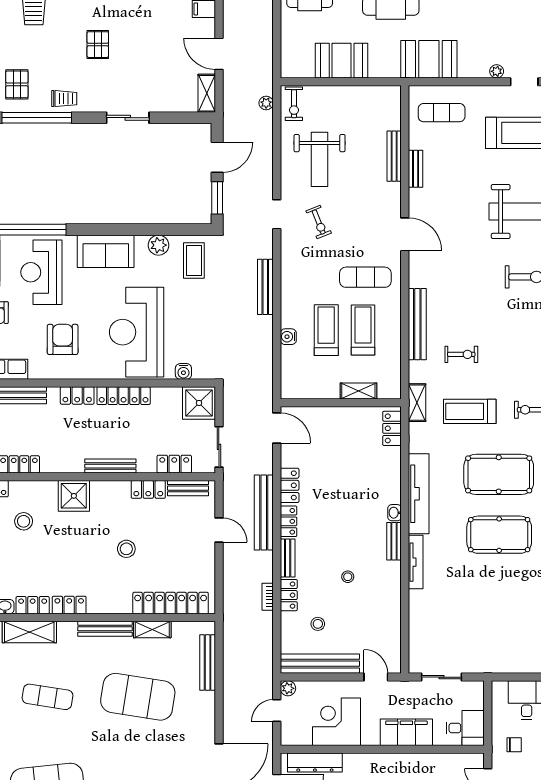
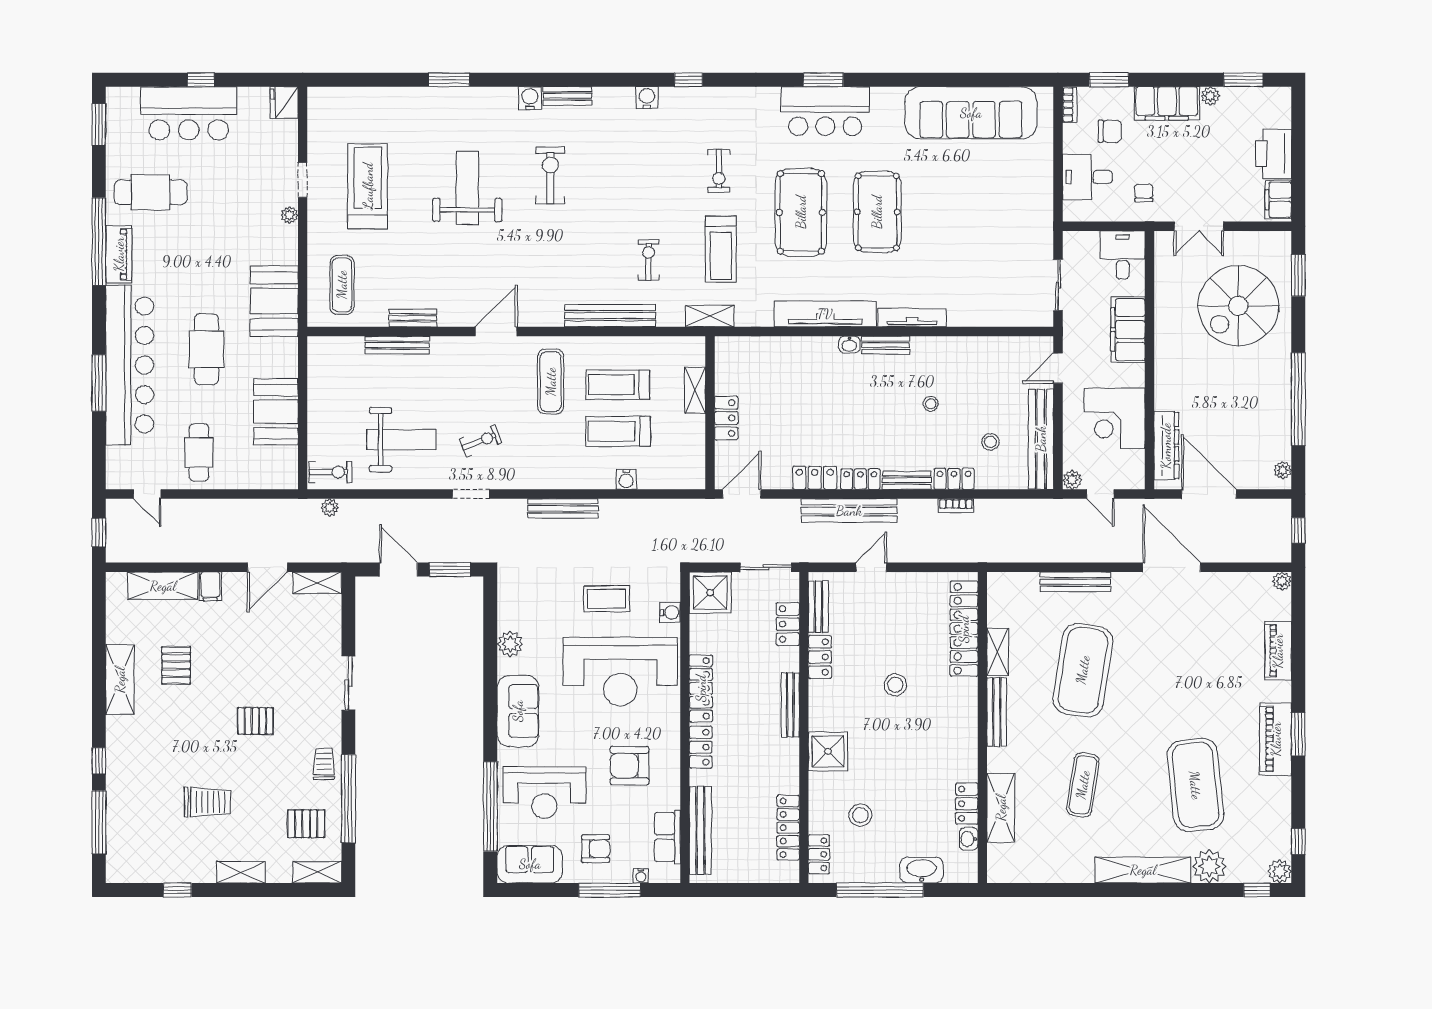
coffee table: (194, 260) -> (607, 599), moved
locker: (392, 428) -> (726, 418), moved, turned -90
locker: (69, 605) -> (966, 757), removed
bench: (208, 662) -> (1075, 582), moved

